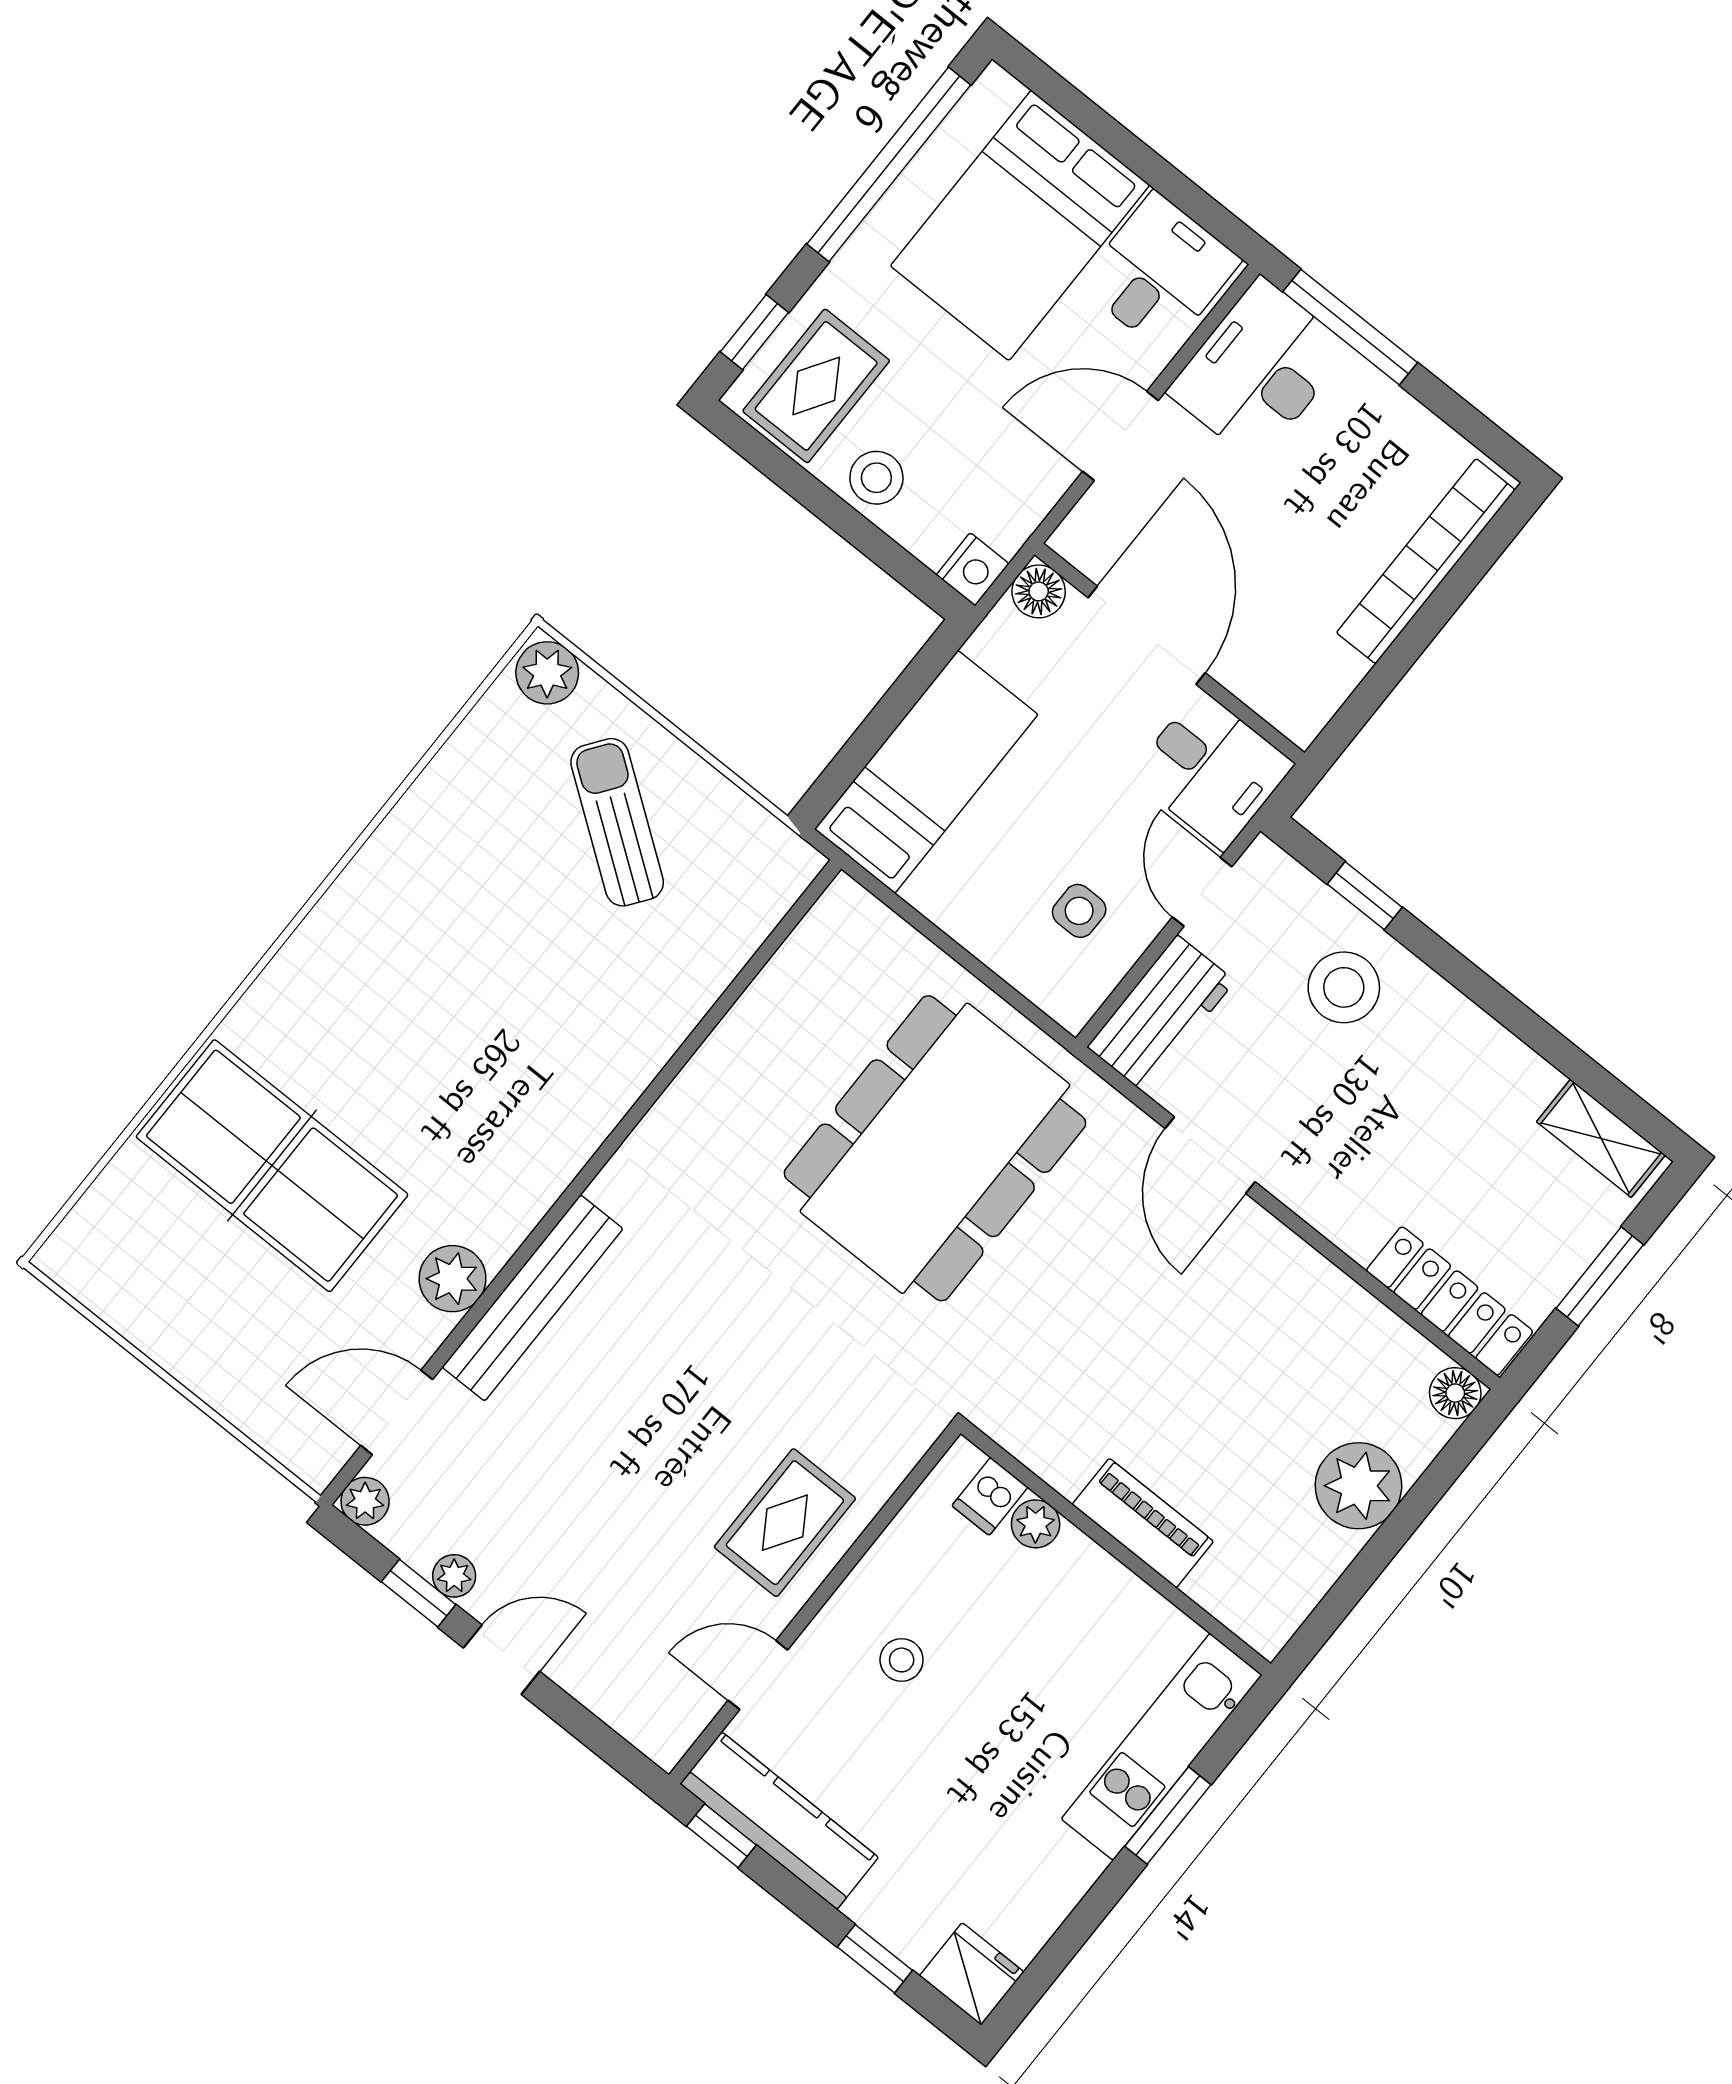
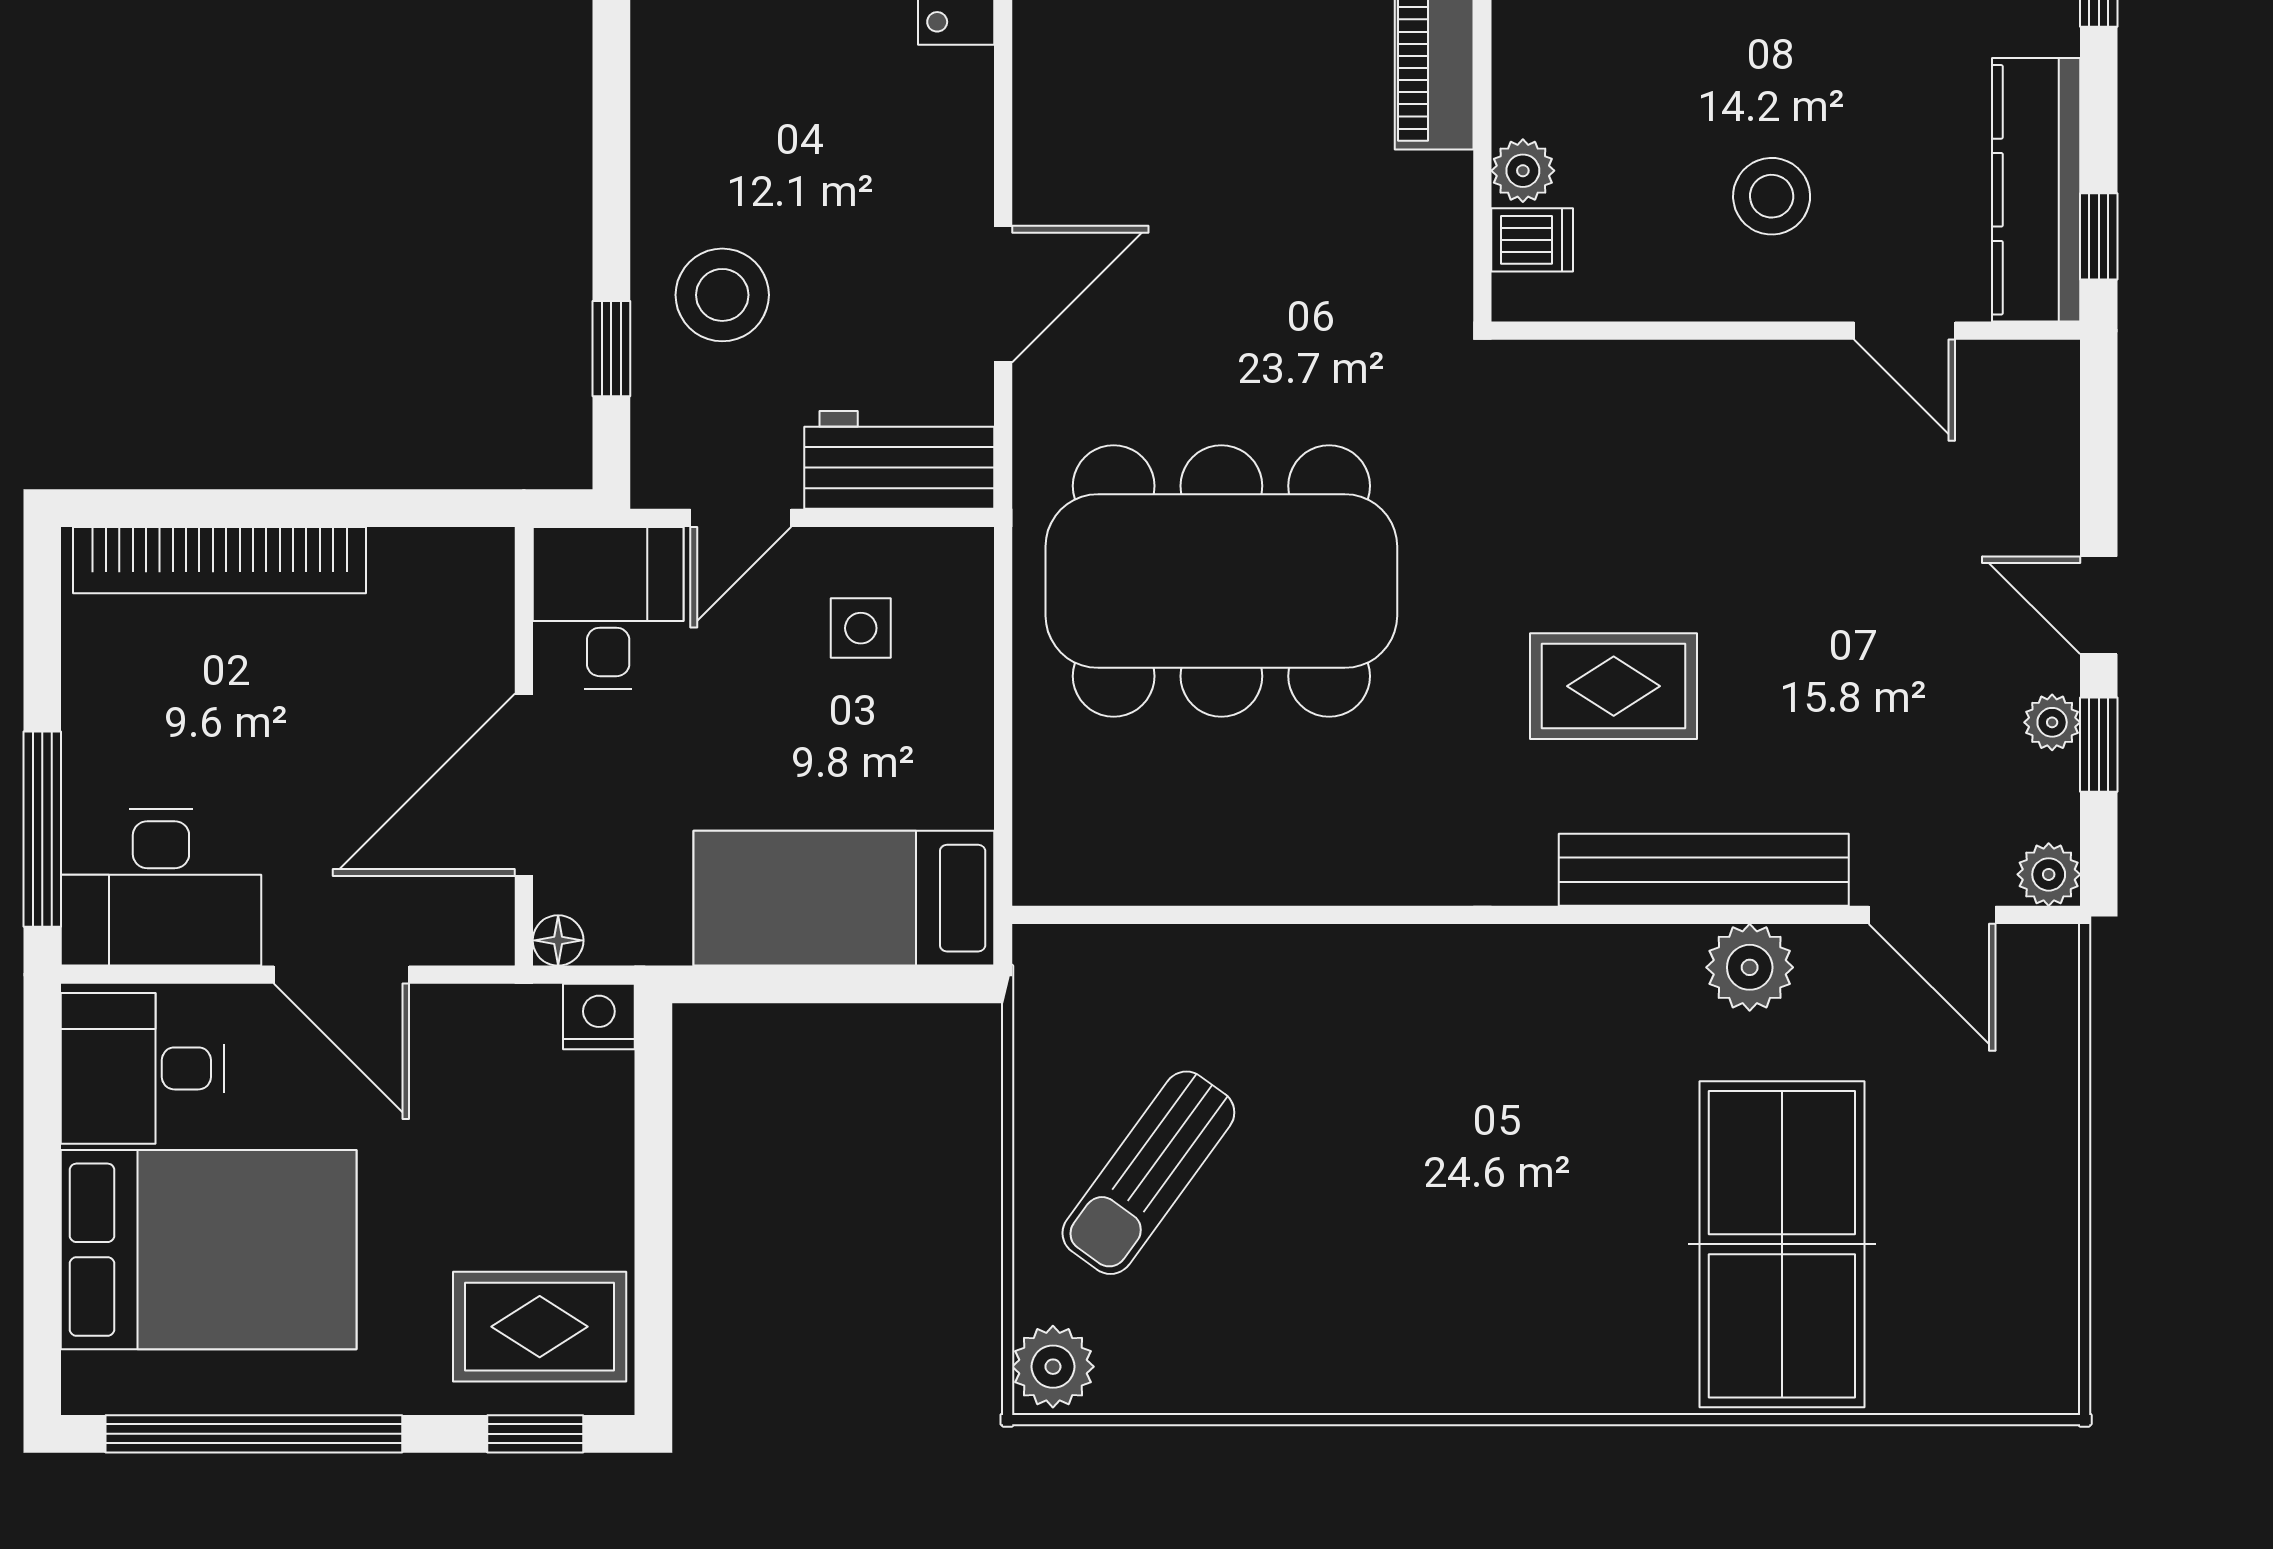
stool: (876, 478) -> (584, 1190), removed
floor lamp: (1039, 591) -> (558, 940), width x0.73, depth x0.73
rug: (785, 1523) -> (1614, 686), moved
stool: (902, 1660) -> (1772, 196), width x1.37, depth x1.37

